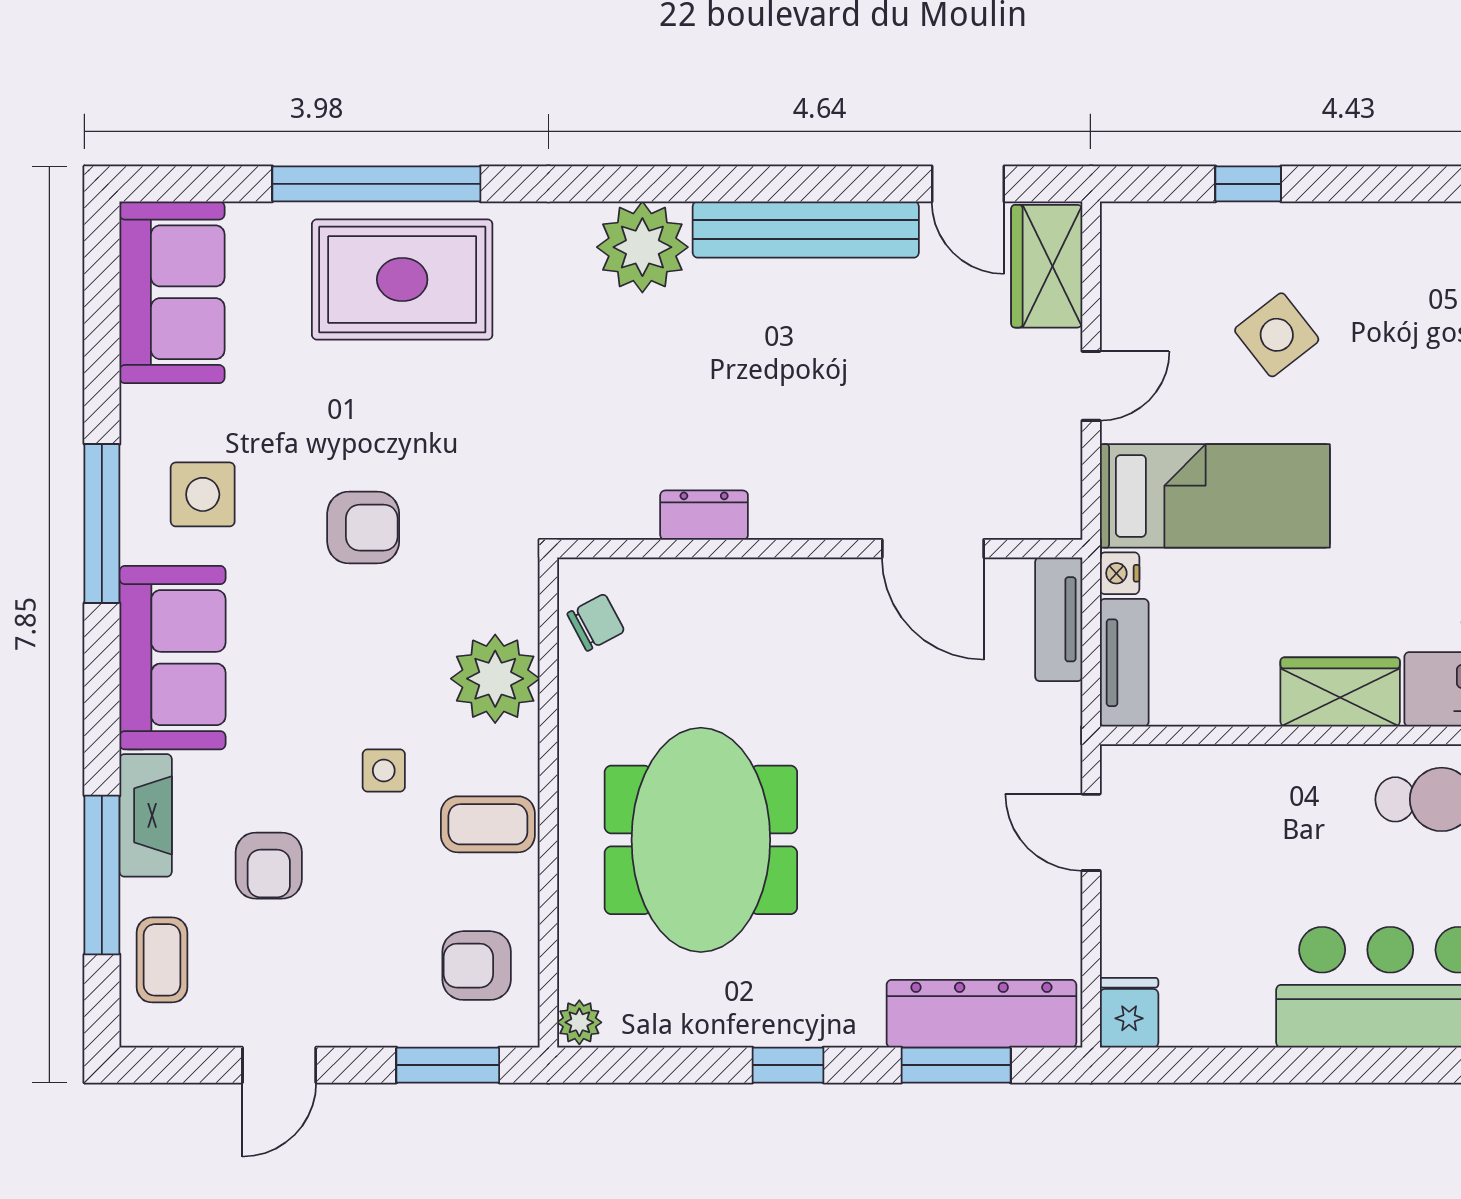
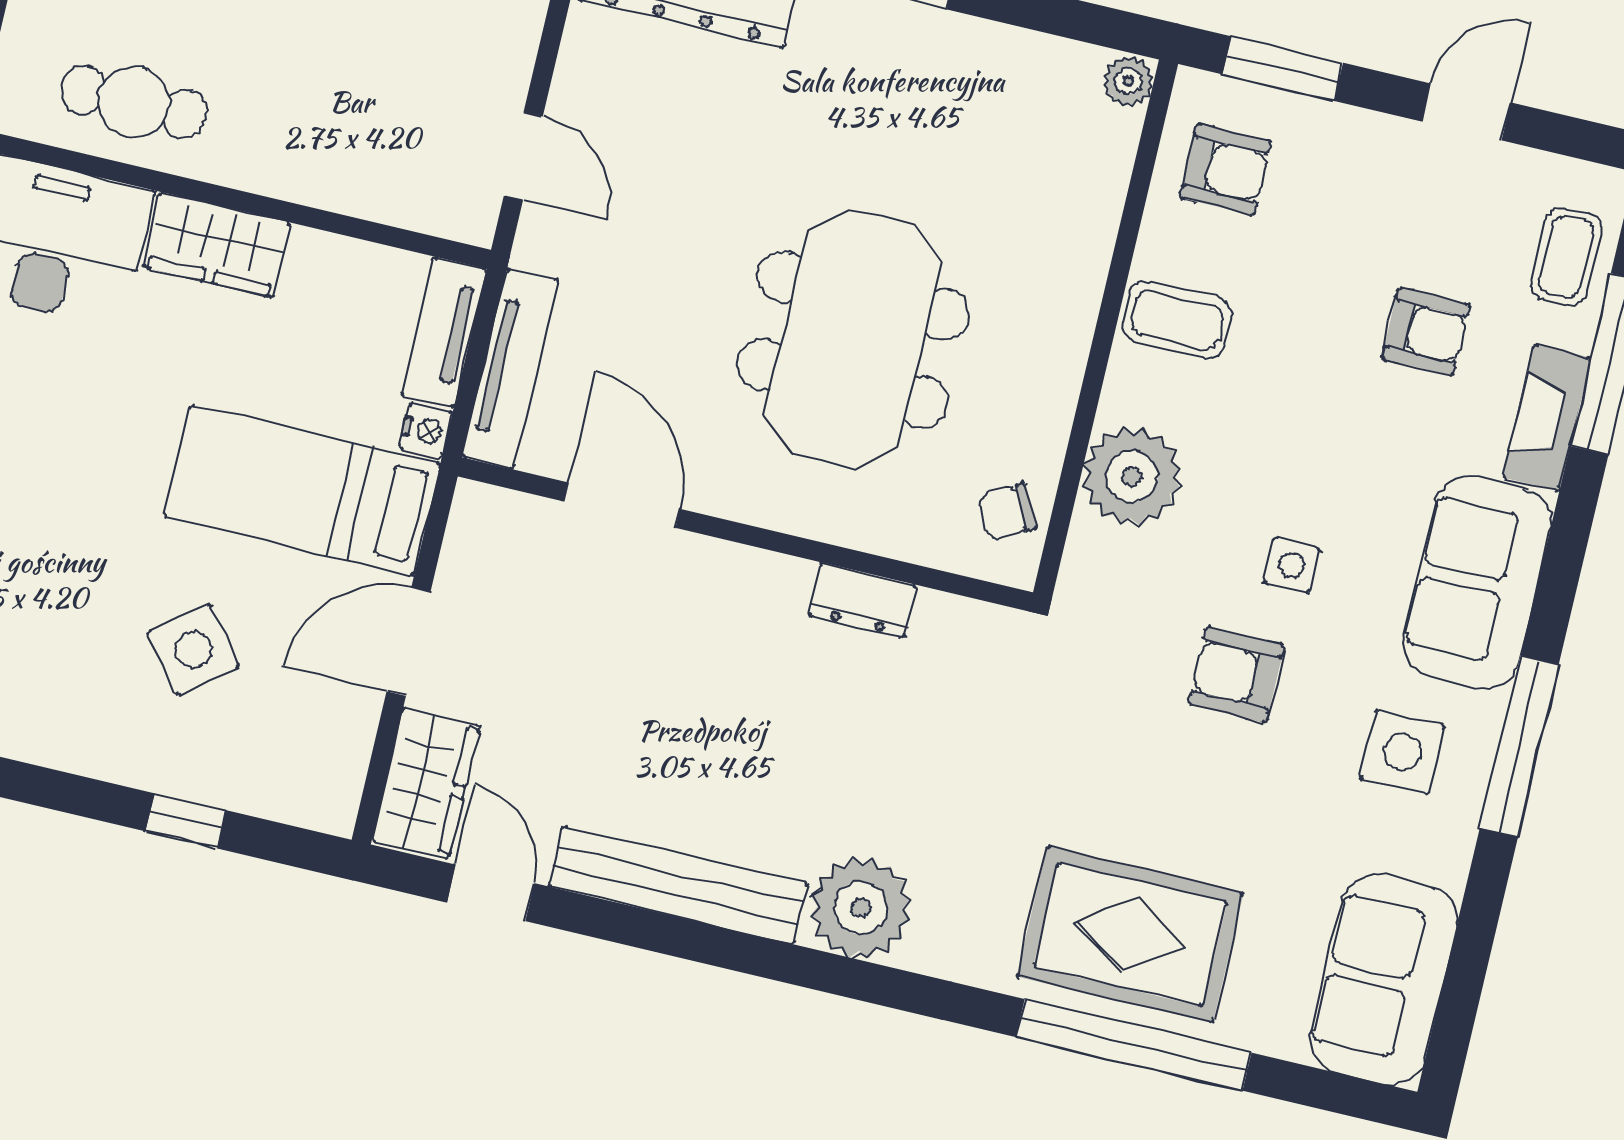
door: (1091, 386) -> (409, 642), width x1.38
tv unit: (1059, 619) -> (510, 369), width x1.41
side table: (384, 771) -> (1292, 565), moved
meeting table: (701, 840) -> (853, 339), moved
armchair: (269, 866) -> (1426, 331), turned 90

